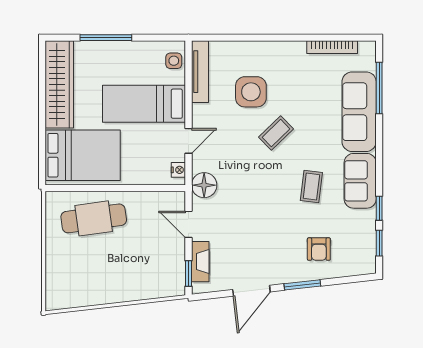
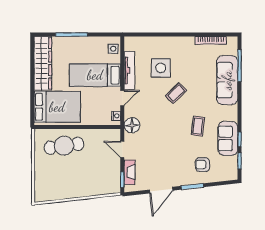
tv unit: (200, 72) -> (129, 70), moved
sofa: (360, 181) -> (228, 138), moved
armchair: (319, 249) -> (202, 165), turned 90

